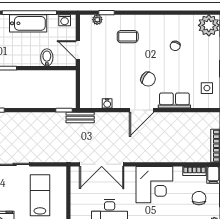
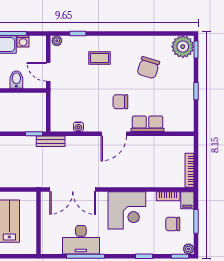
washing machine: (65, 20) -> (23, 41), moved
plant: (97, 20) -> (57, 41), moved
chair: (175, 46) -> (148, 68), width x1.87, depth x1.87
chair: (148, 79) -> (120, 102), turned 149
side table: (207, 88) -> (181, 111), removed
chair: (199, 198) -> (173, 224), turned -90

